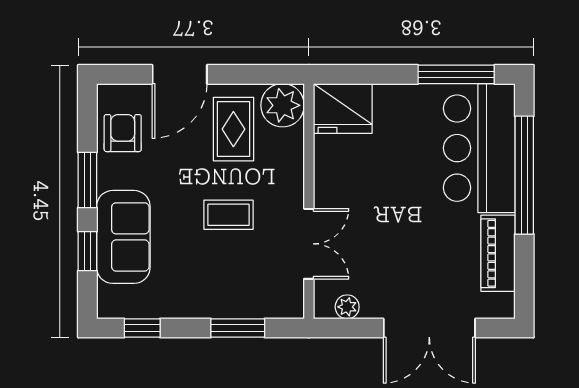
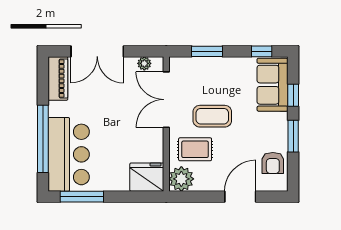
rug: (233, 129) -> (195, 149), moved, turned 90
coffee table: (229, 215) -> (212, 116), width x1.36, depth x1.30
sofa: (123, 237) -> (272, 85), moved
double door: (309, 244) -> (166, 100), width x1.37
piano: (498, 253) -> (58, 78), moved
double door: (429, 328) -> (97, 51), swing flipped

